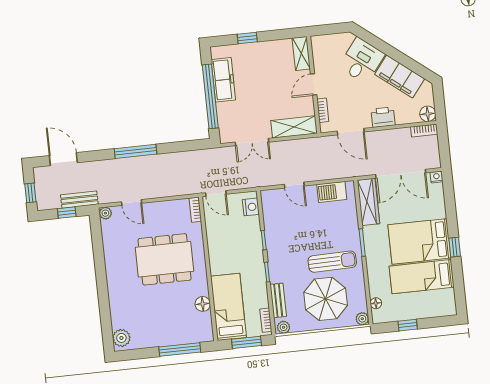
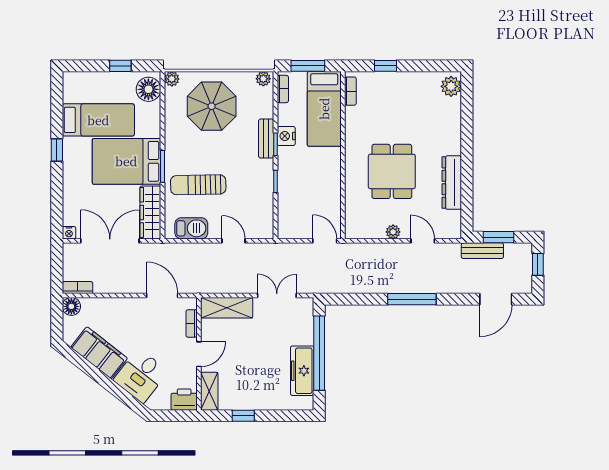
window: (247, 38) -> (243, 416), moved
printer: (383, 117) -> (184, 400), moved, turned 180
door: (63, 159) -> (496, 299), hinge flipped
nightstand: (251, 207) -> (286, 136), moved
bookcase: (195, 210) -> (350, 91), moved
window: (67, 213) -> (499, 237), width x1.50
plant: (105, 213) -> (393, 232), moved
bed: (420, 241) -> (126, 161), moved, turned 180
dresser: (112, 255) -> (452, 183), added
dining table: (165, 259) -> (392, 171), width x0.73
sun lounger: (332, 262) -> (198, 185), moved
bench: (278, 300) -> (266, 139), moved
floor lamp: (376, 303) -> (148, 89), width x1.89, depth x1.89
floor lamp: (203, 304) -> (353, 115), removed
window: (180, 350) -> (386, 66), width x0.46

